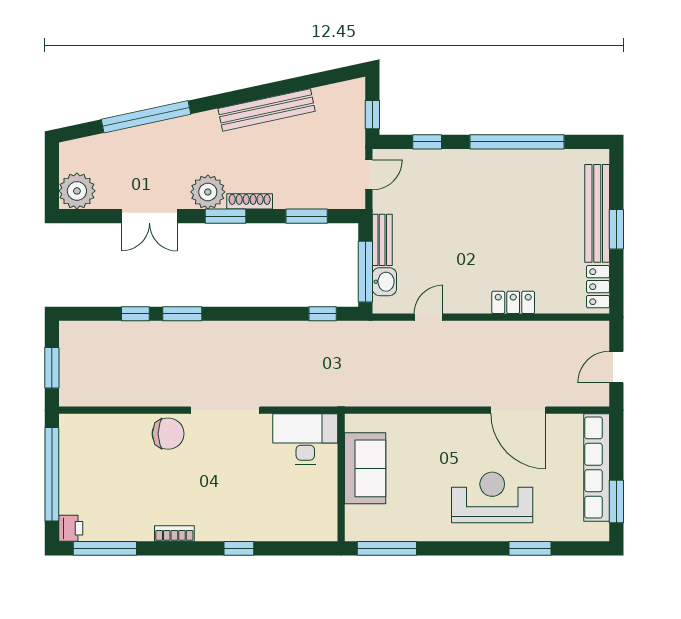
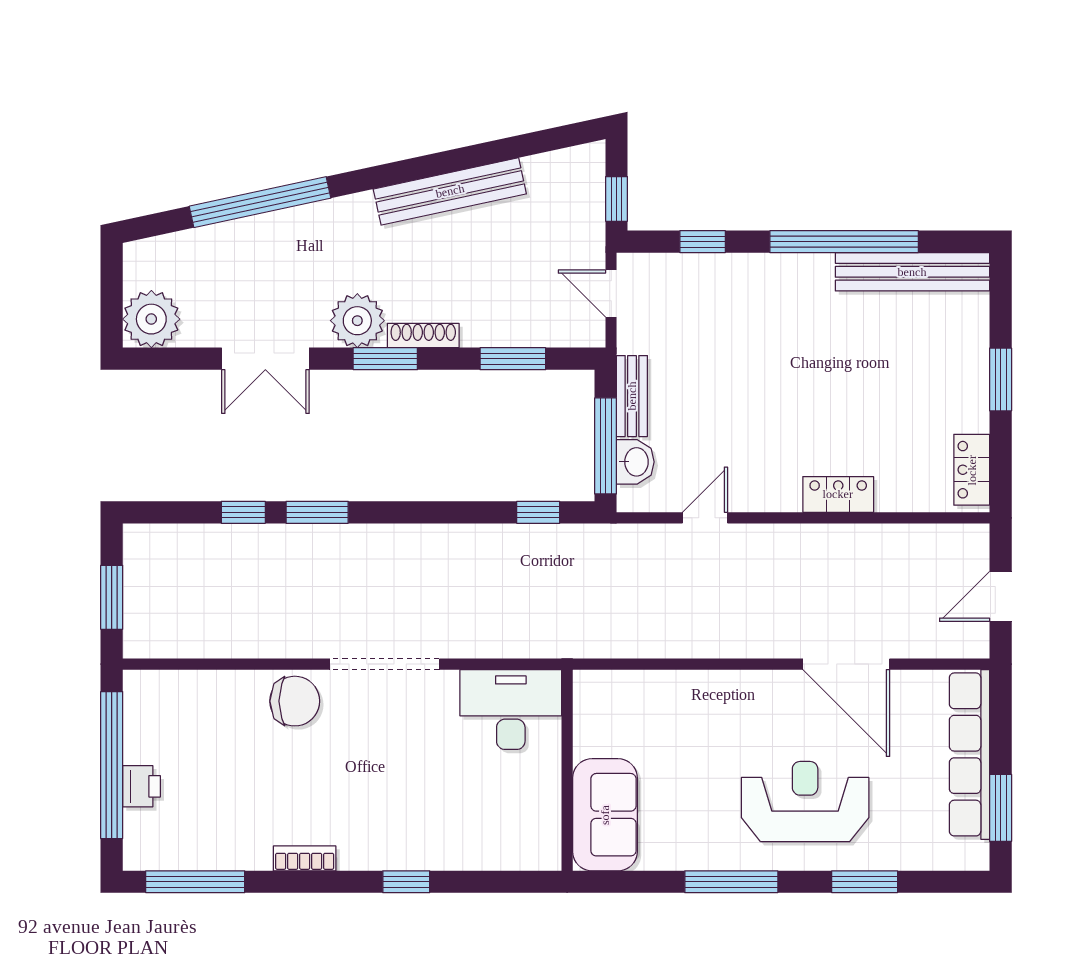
door: (369, 175) -> (611, 294), swing flipped
bench: (597, 213) -> (912, 272), moved, turned 90
sofa: (365, 468) -> (605, 815), moved
printer: (71, 528) -> (141, 786), moved
window: (387, 548) -> (731, 882), moved

